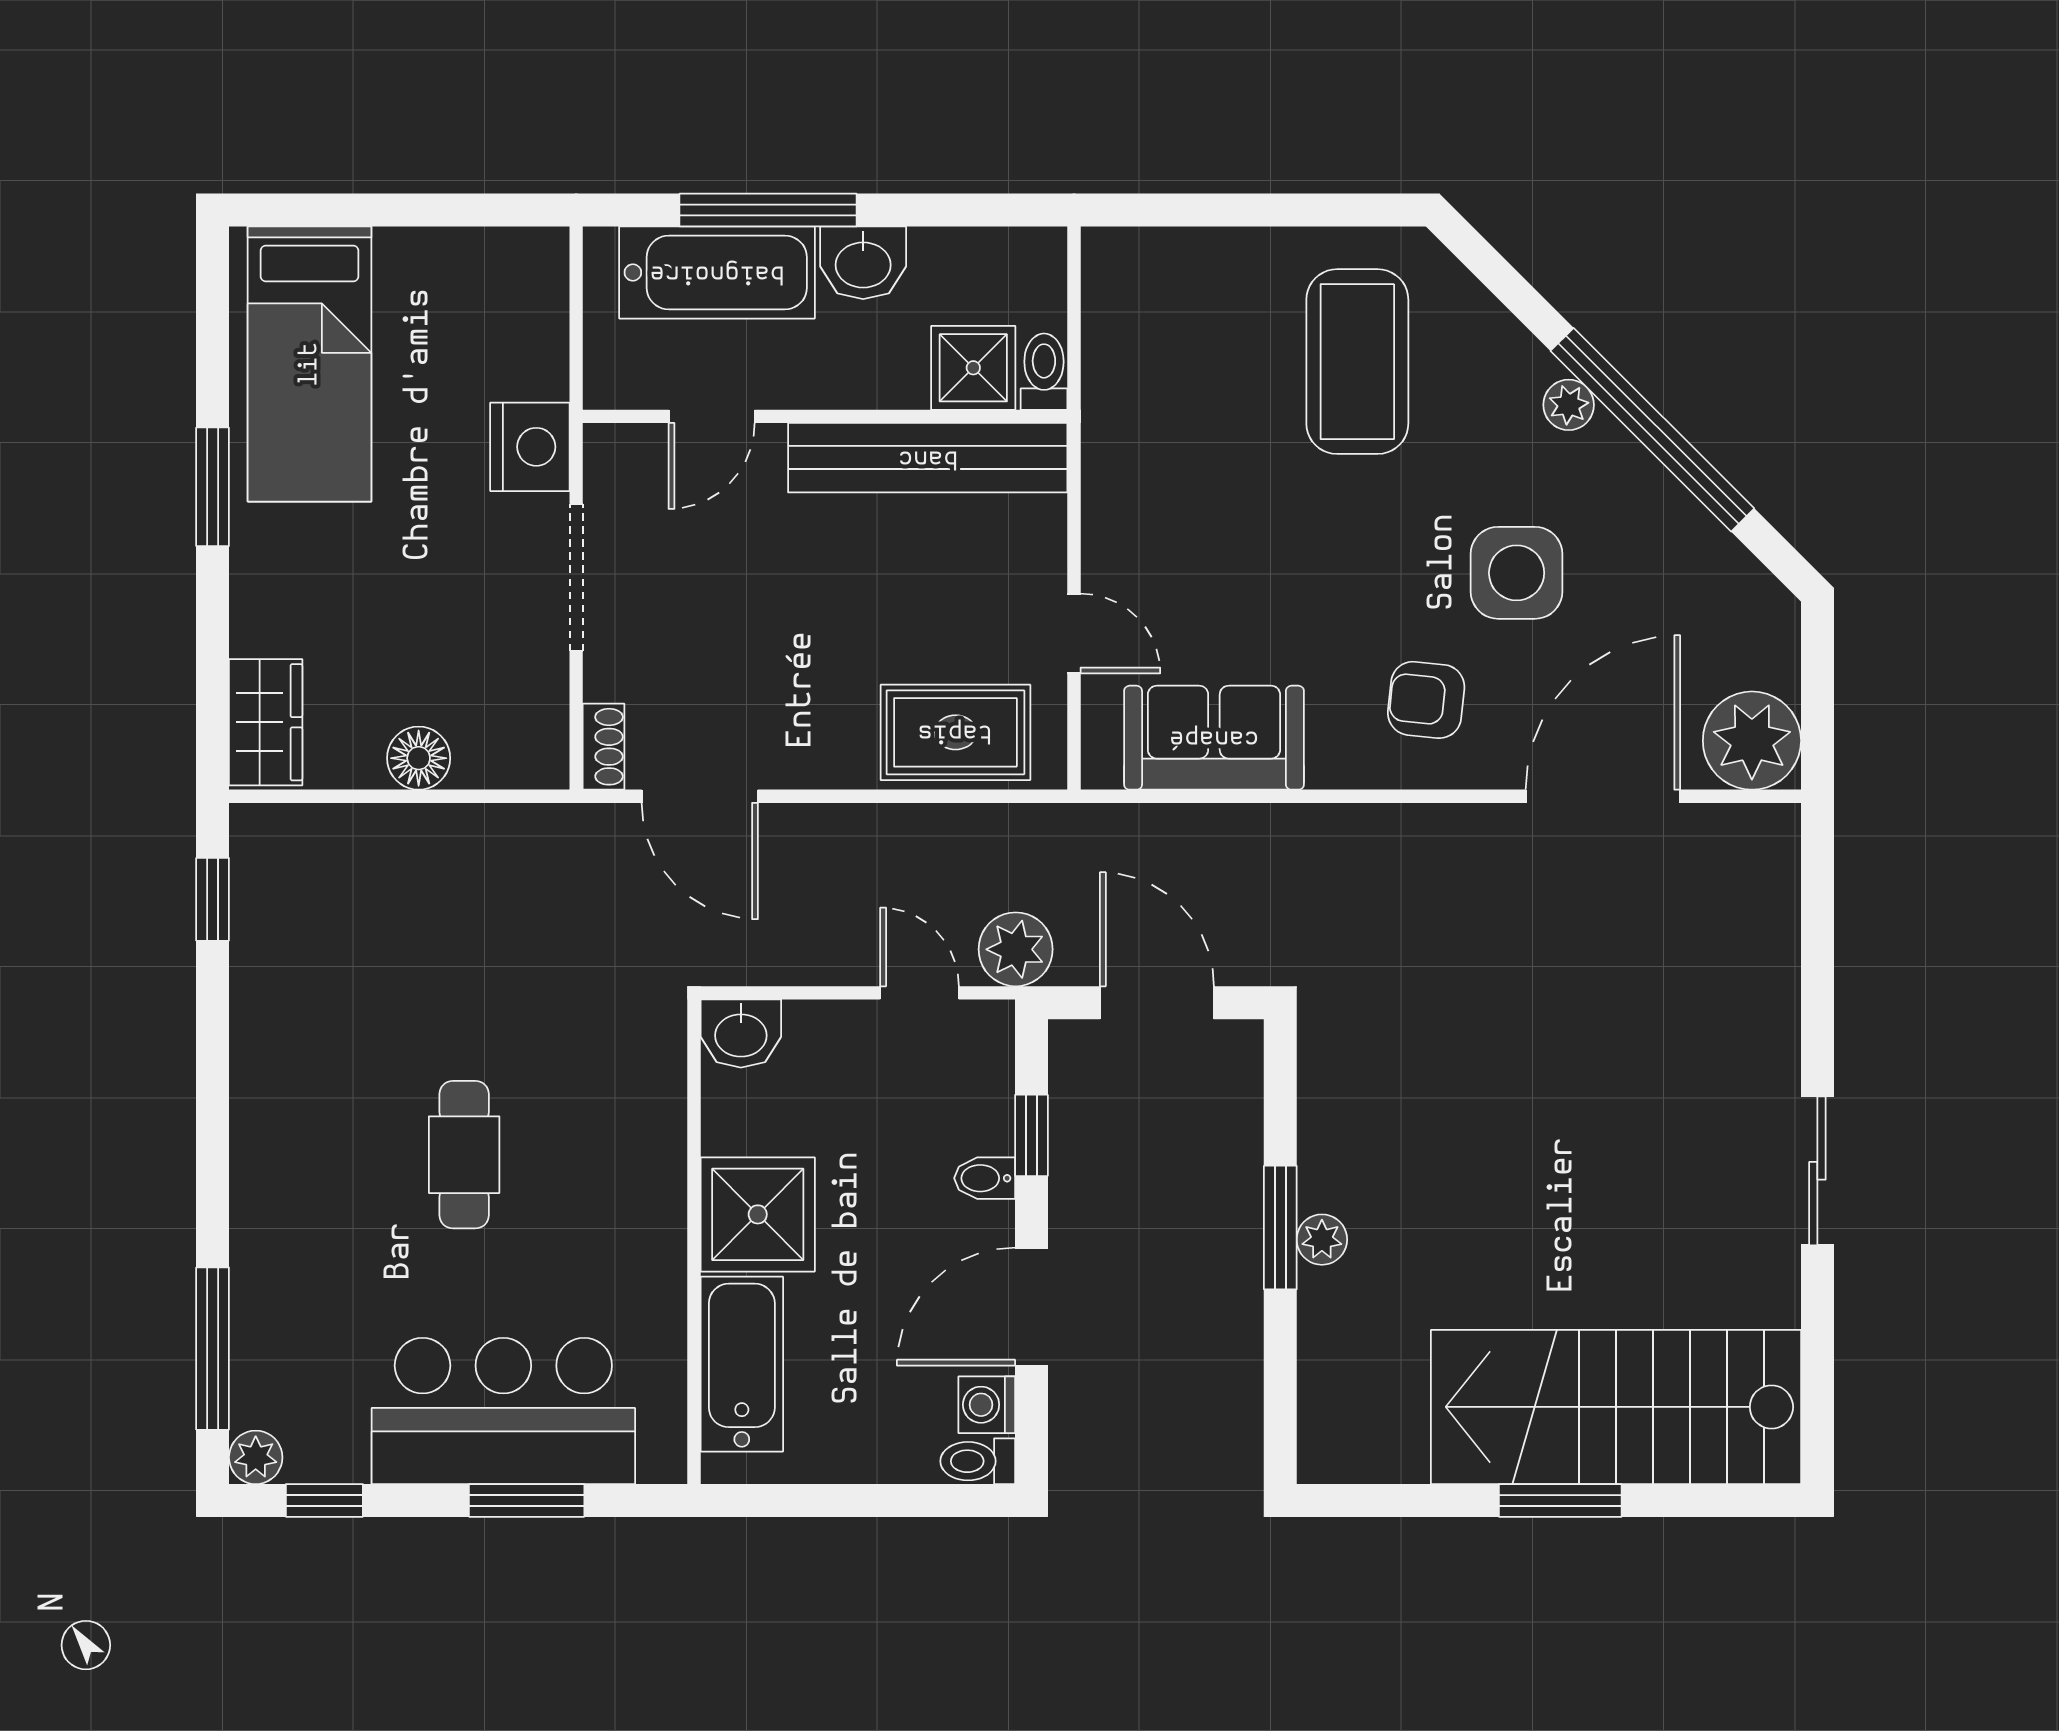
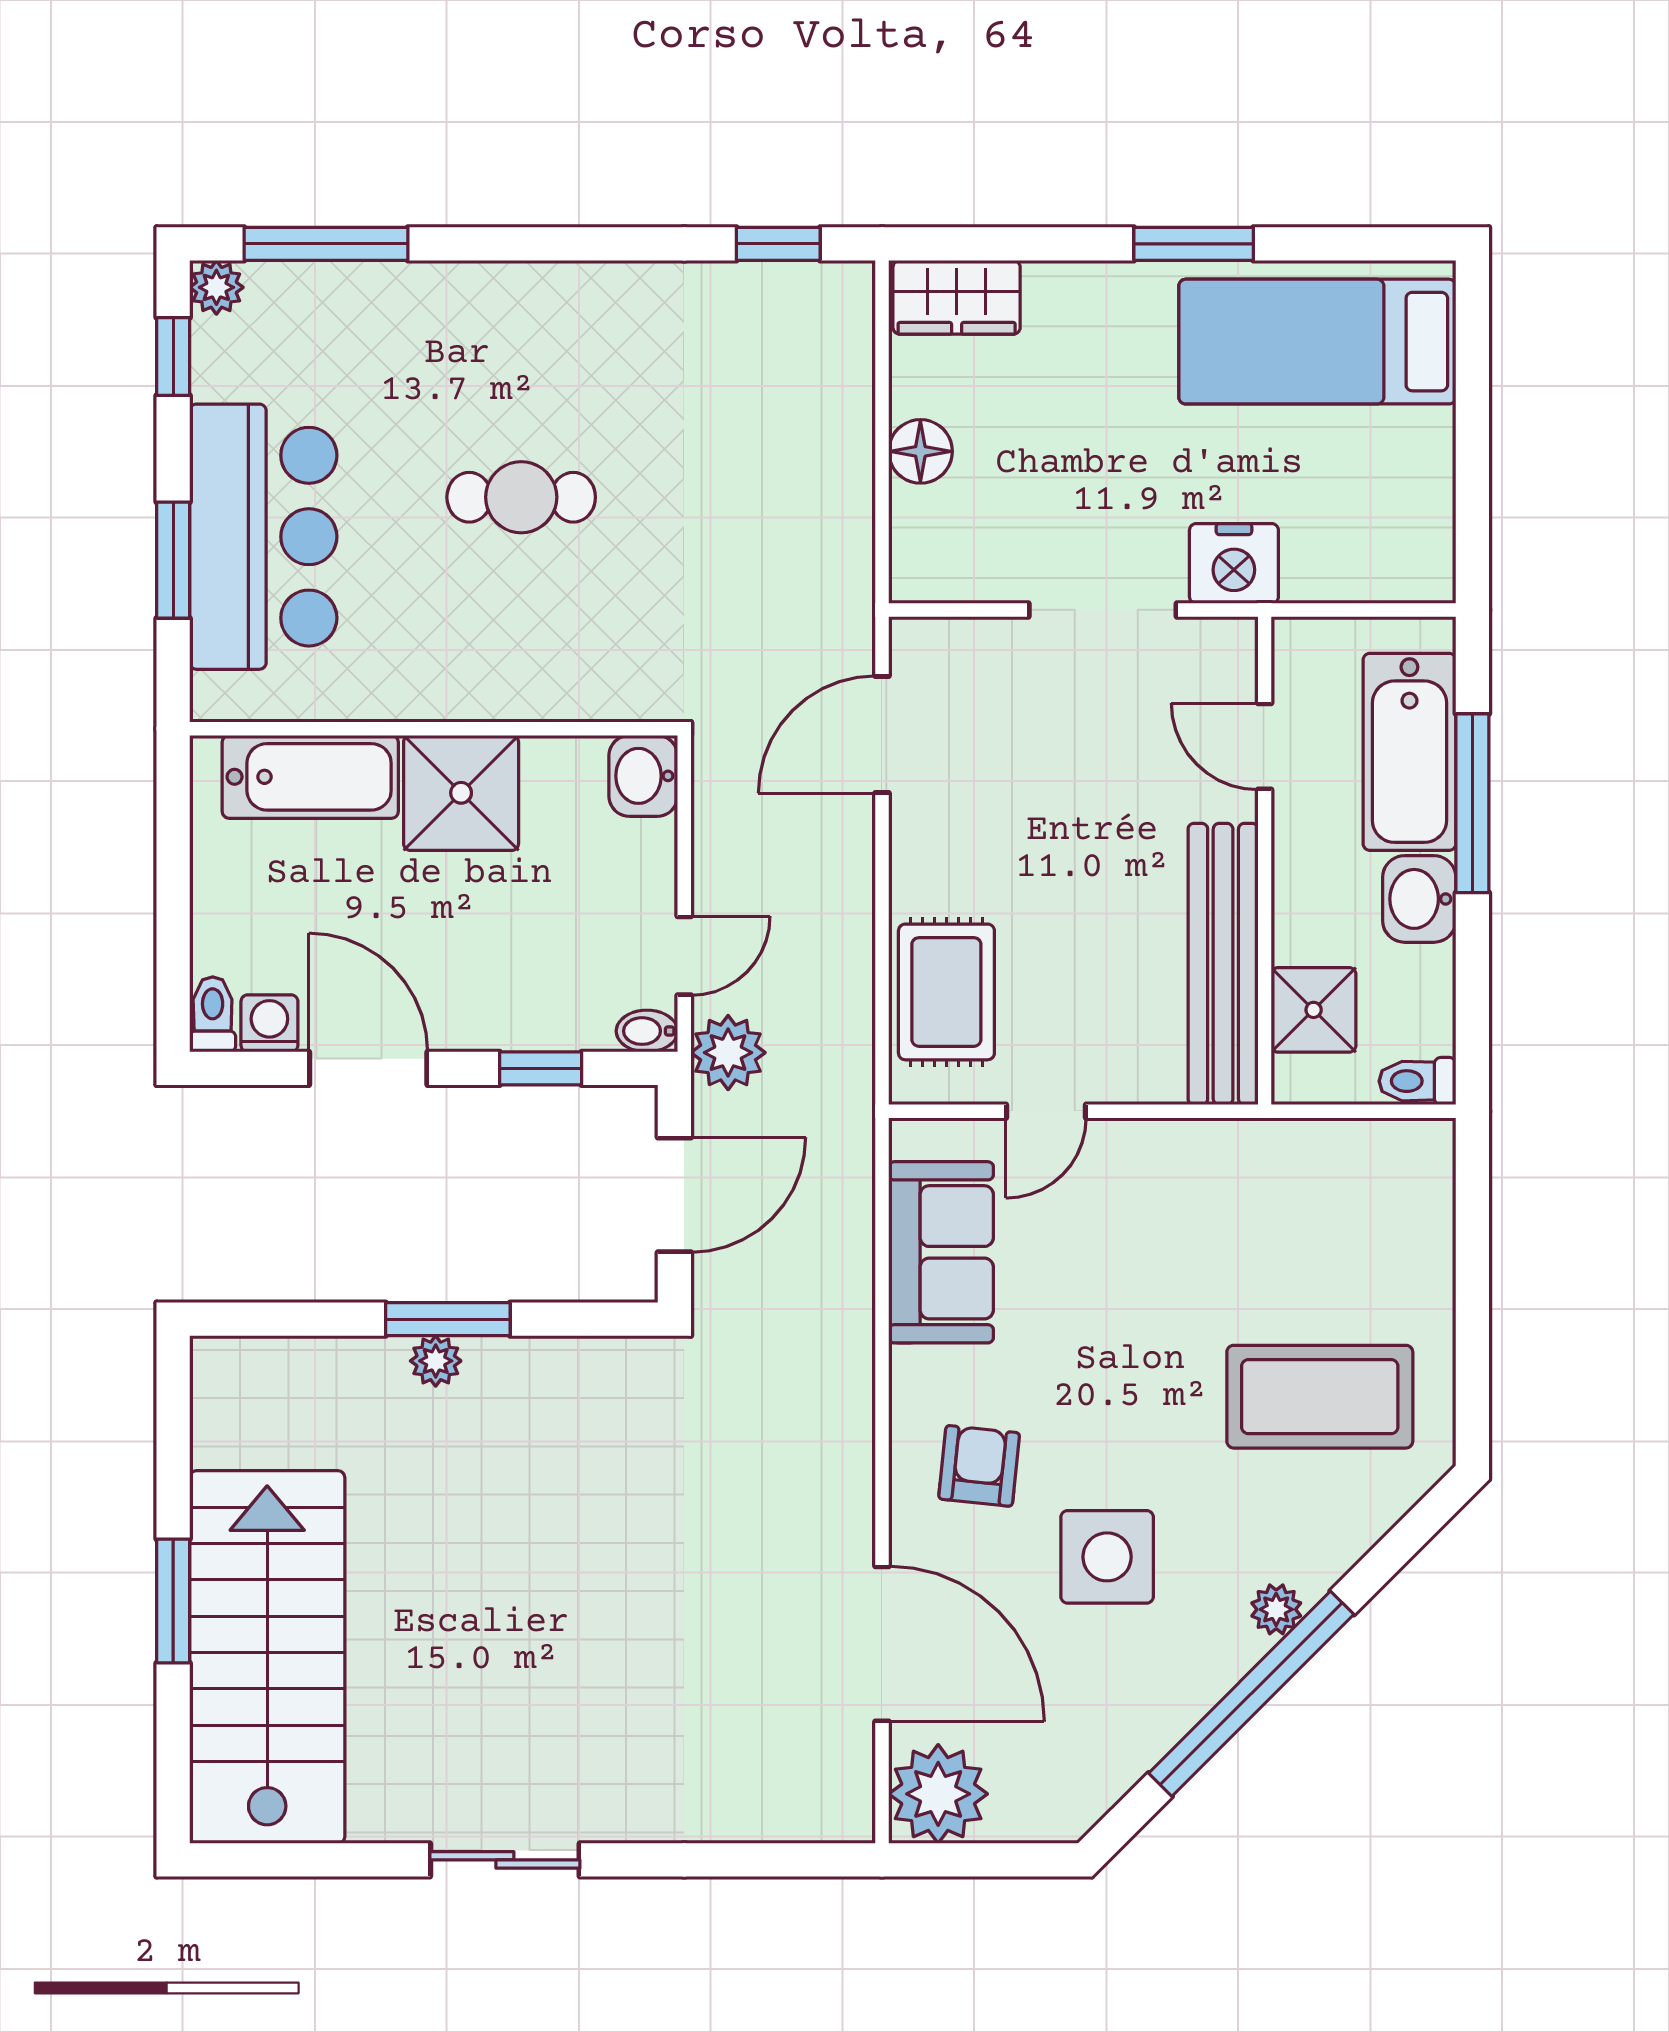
toilet: (1044, 372) -> (1417, 1081), moved, turned 180
shoe rack: (604, 747) -> (932, 638), removed
bidet: (985, 1178) -> (647, 1031), moved, turned -90

